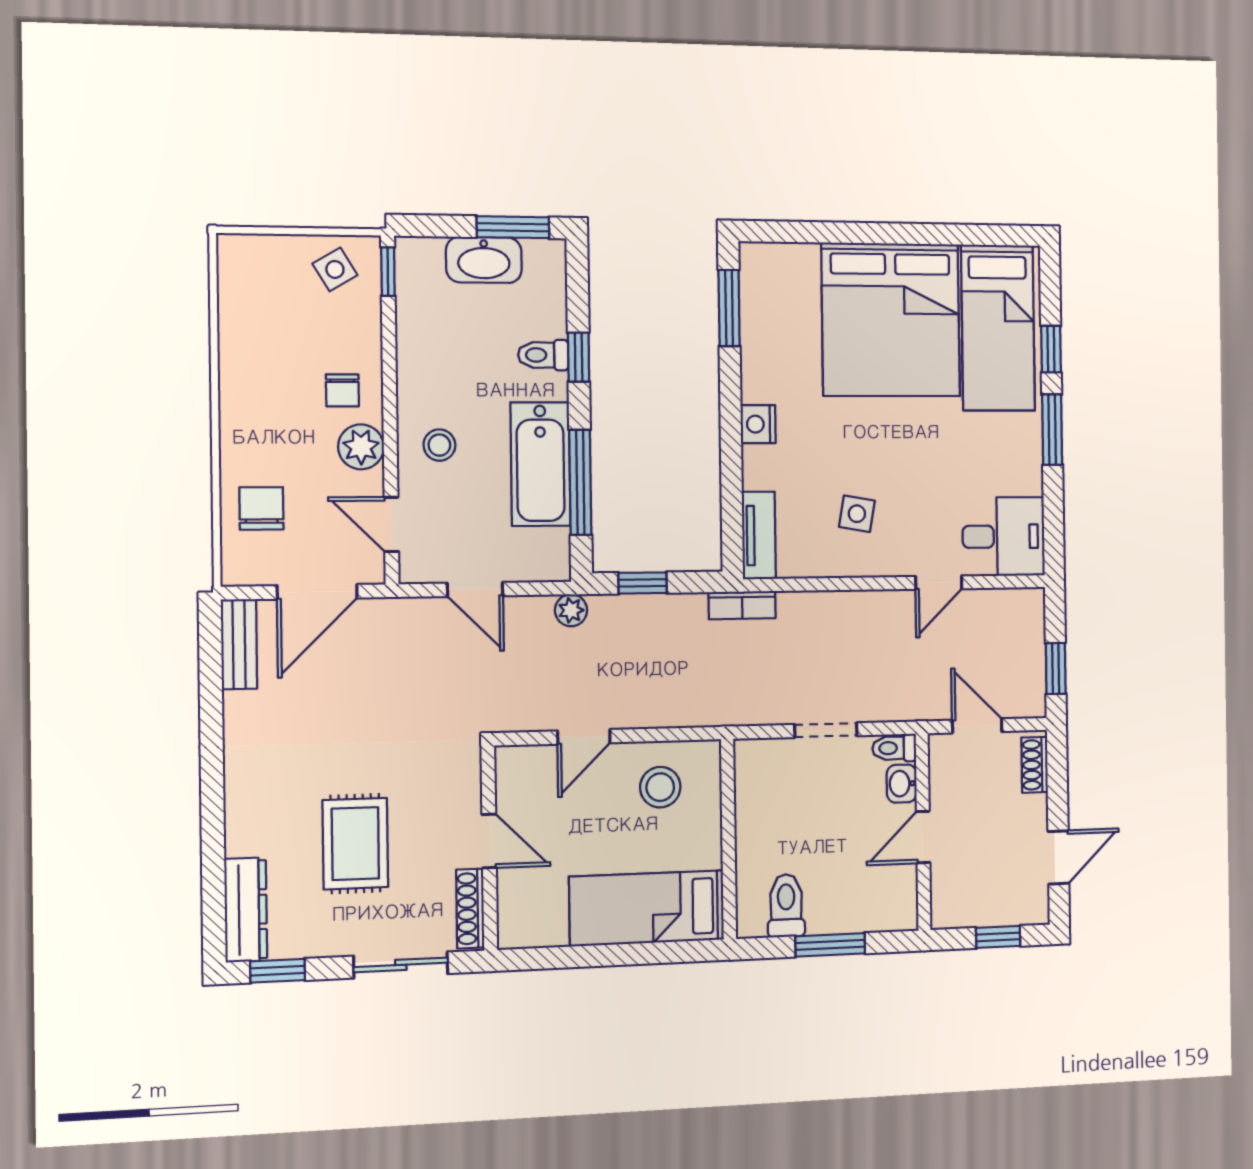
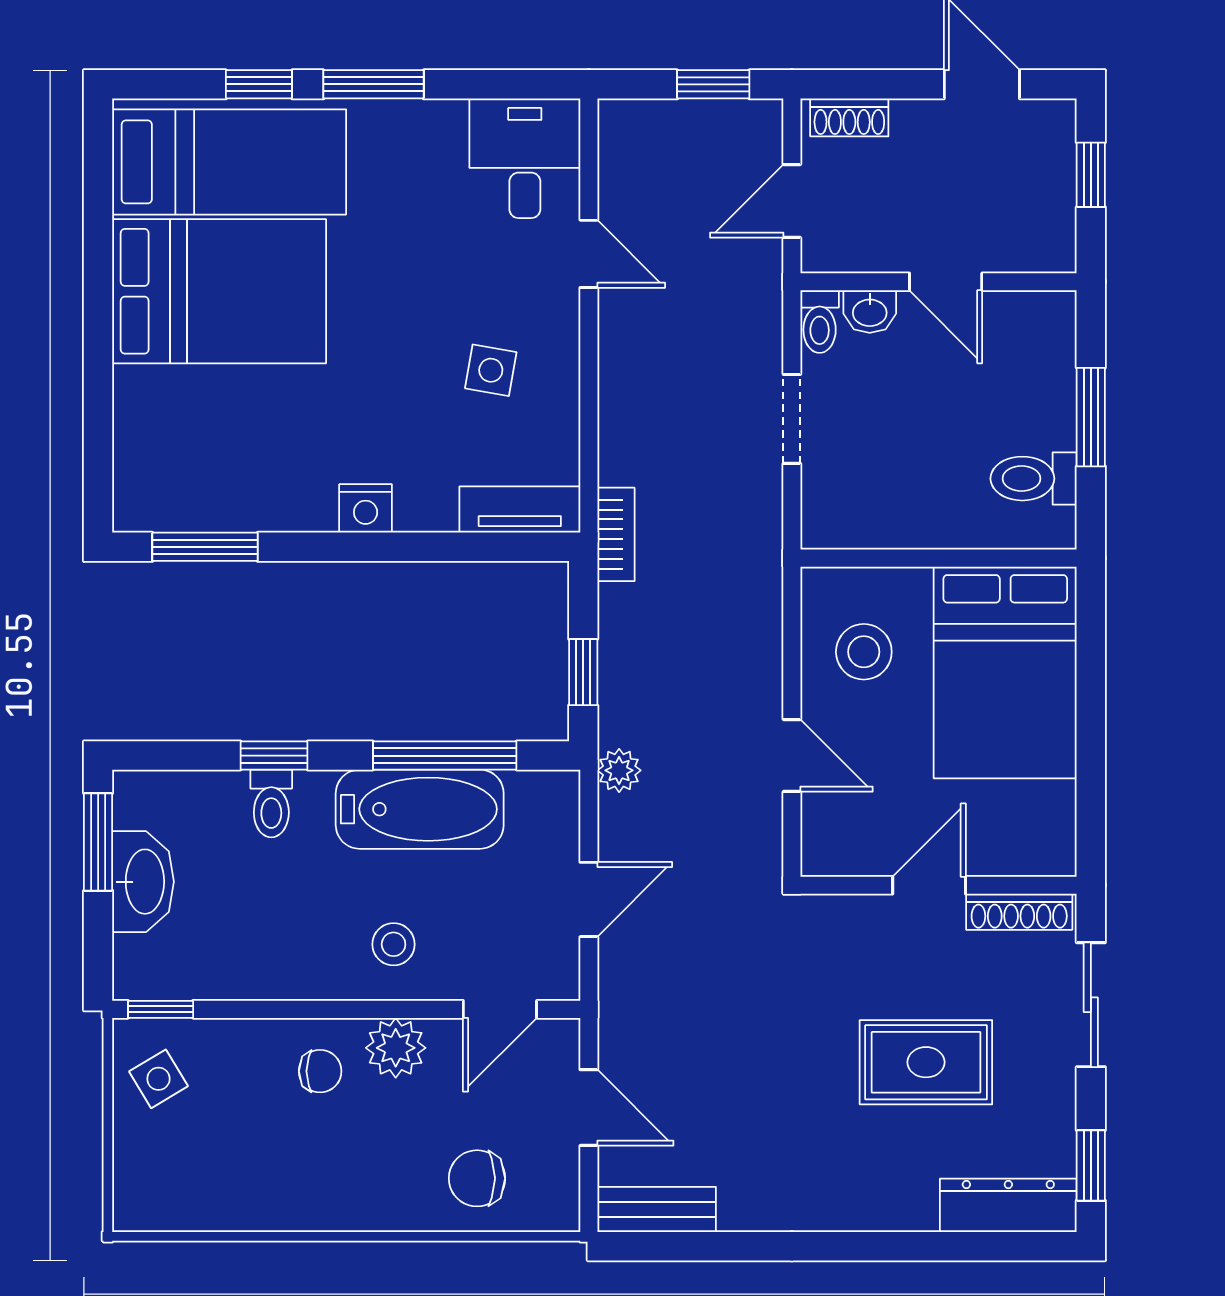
bed: (891, 320) -> (219, 291), width x0.73
door: (317, 592) -> (589, 1108), width x0.73
bed: (647, 908) -> (1005, 673), width x1.50

